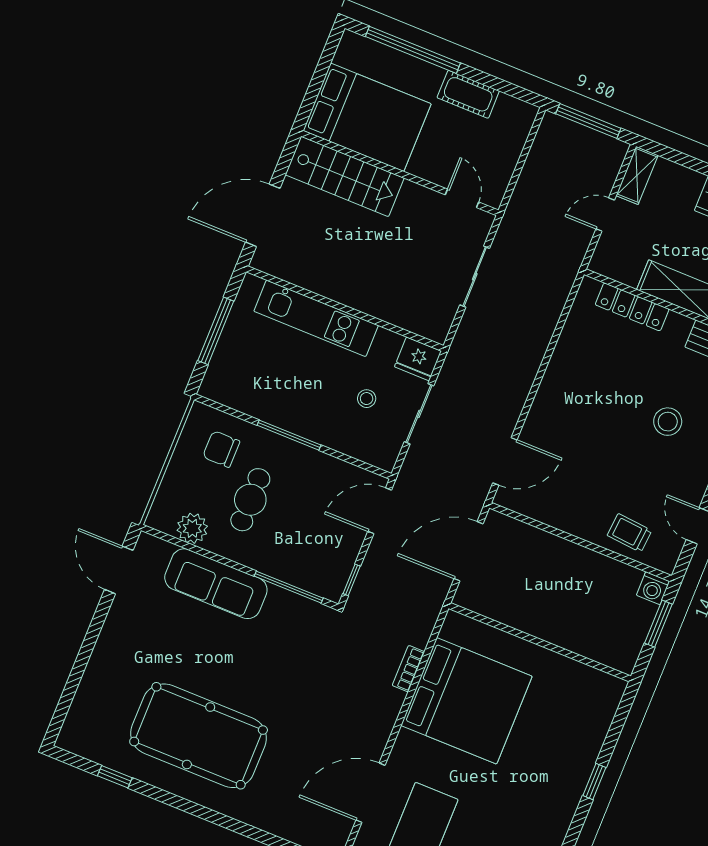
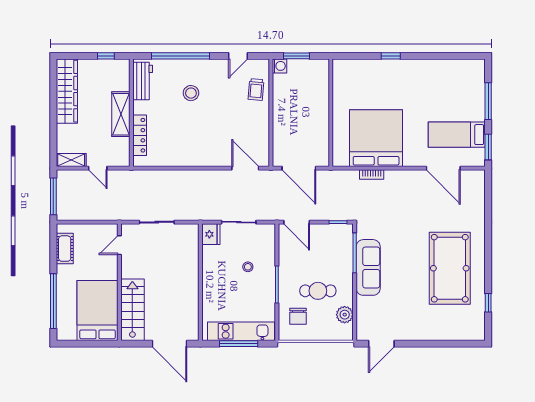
cot: (468, 94) -> (65, 249), moved
kitchen unit: (316, 318) -> (241, 331), moved, turned -90
stool: (367, 399) -> (248, 267), moved
sofa: (216, 584) -> (368, 267), moved

